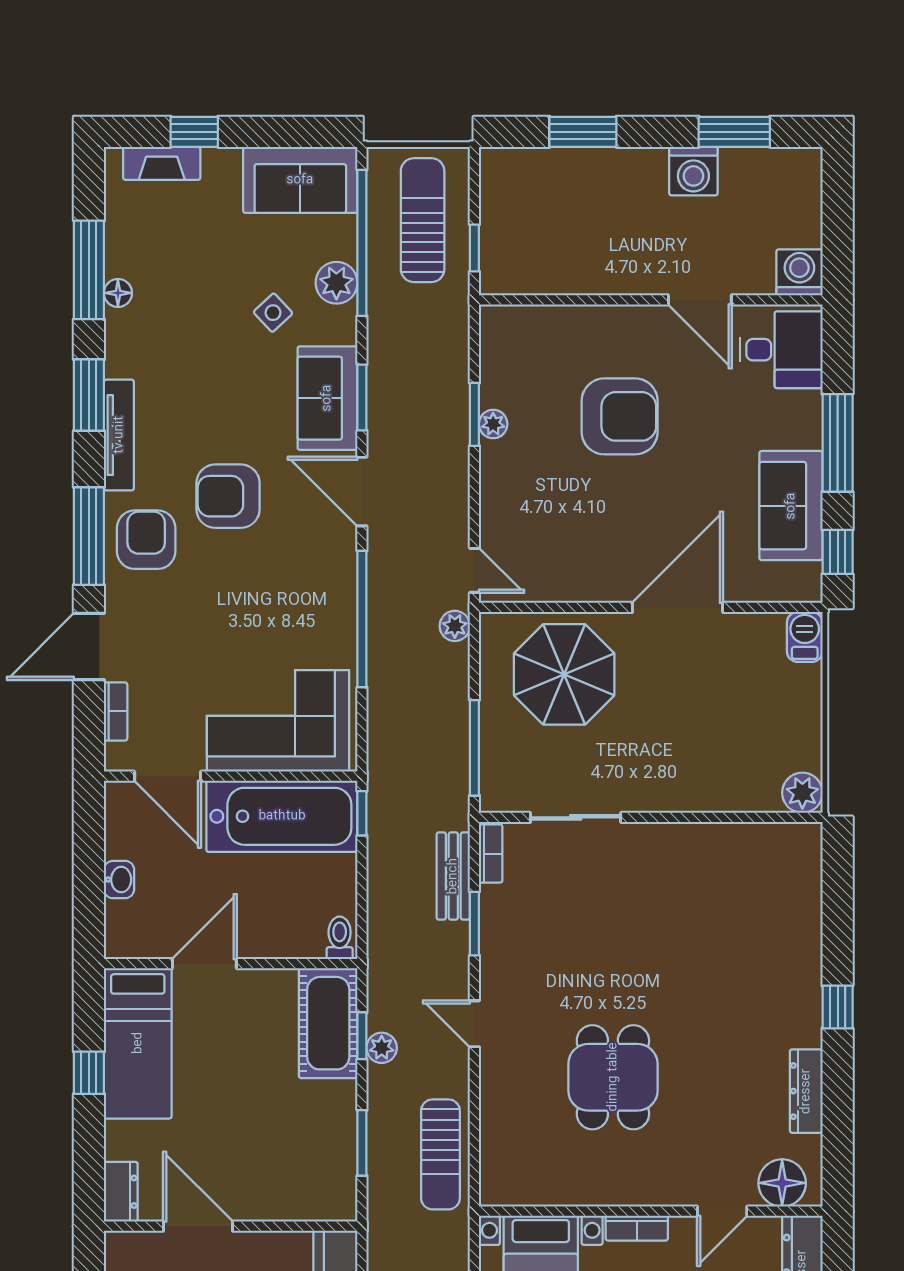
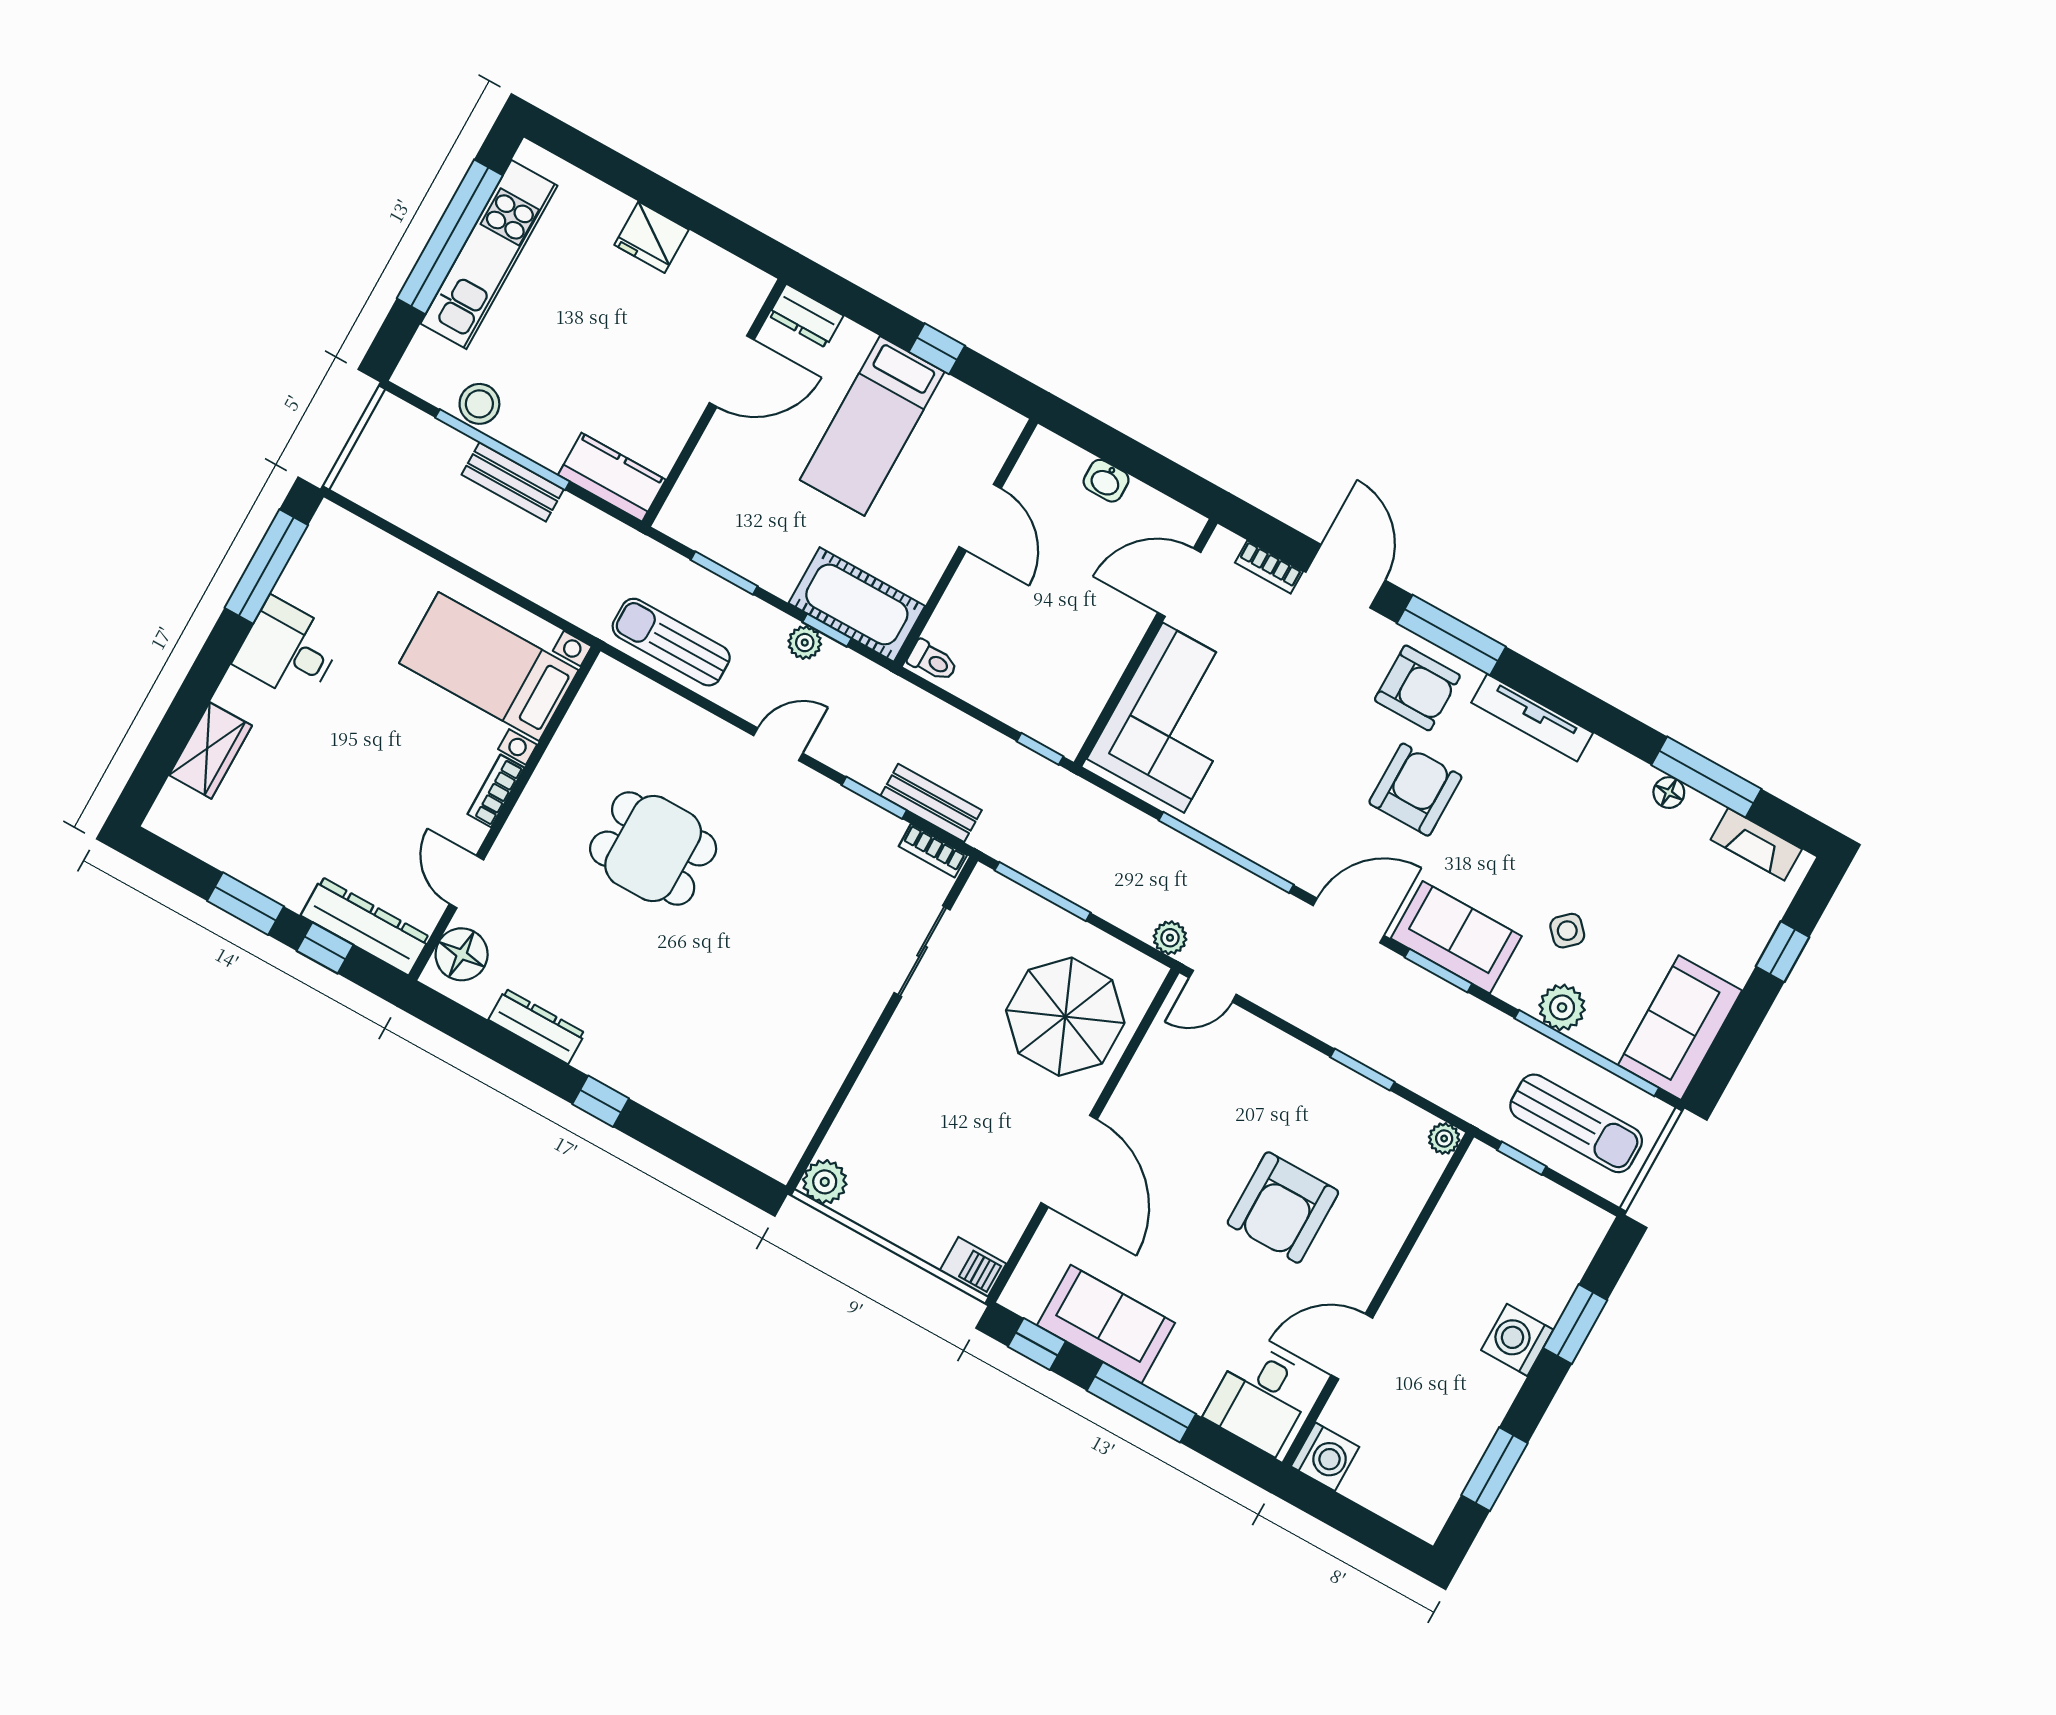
fireplace: (162, 163) -> (1756, 844), moved, turned -90
washing machine: (693, 171) -> (1517, 1340), moved
window: (89, 395) -> (1586, 710), removed
plant: (493, 424) -> (1444, 1139), moved
bathtub: (282, 816) -> (1080, 670), removed
bed: (138, 1043) -> (872, 426), moved, turned -90

